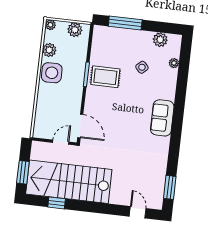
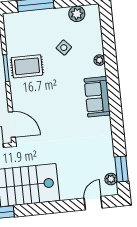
plant: (174, 63) -> (99, 60), moved
plant: (158, 194) -> (111, 179), added
door: (138, 212) -> (93, 203), hinge flipped

